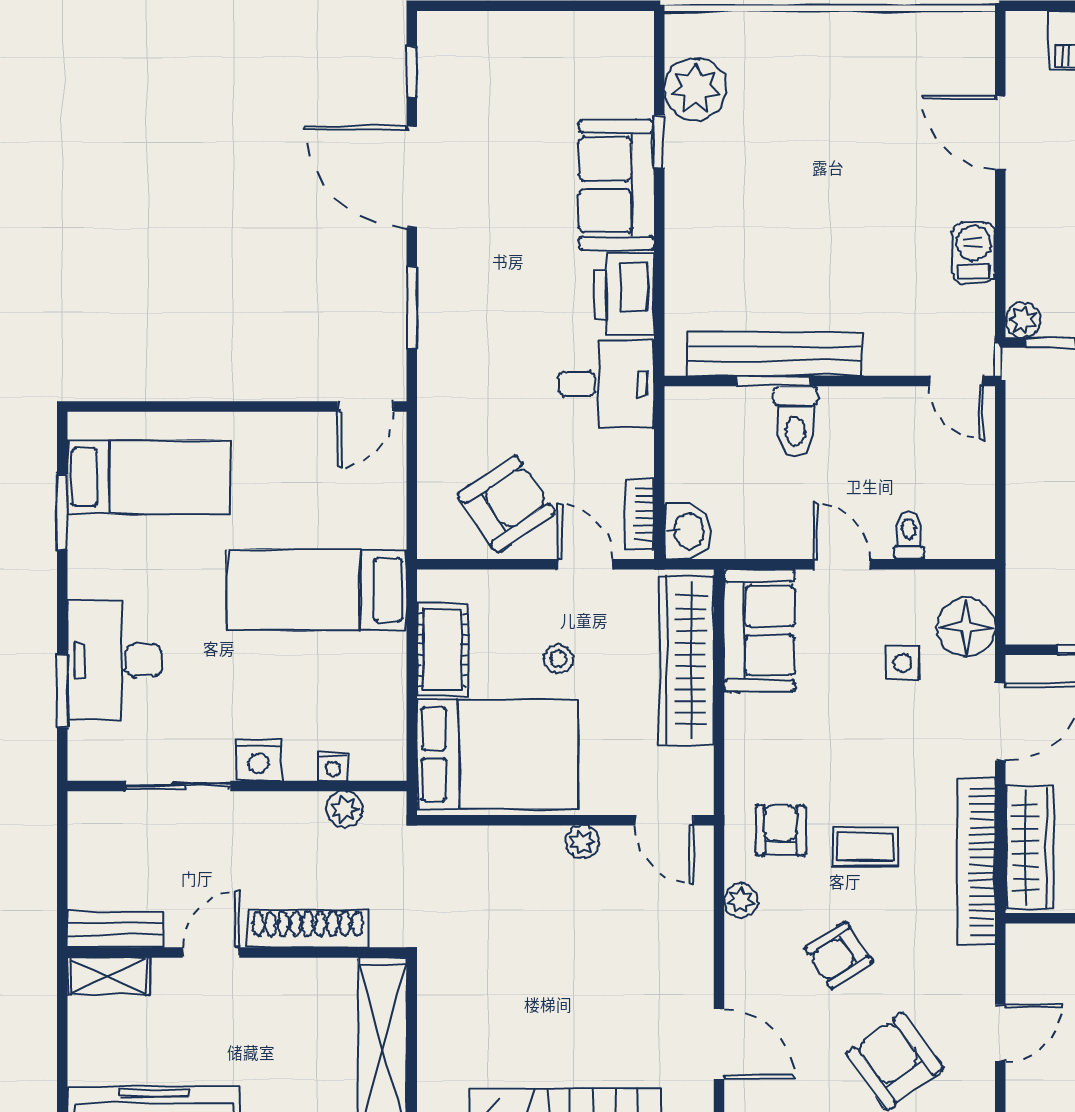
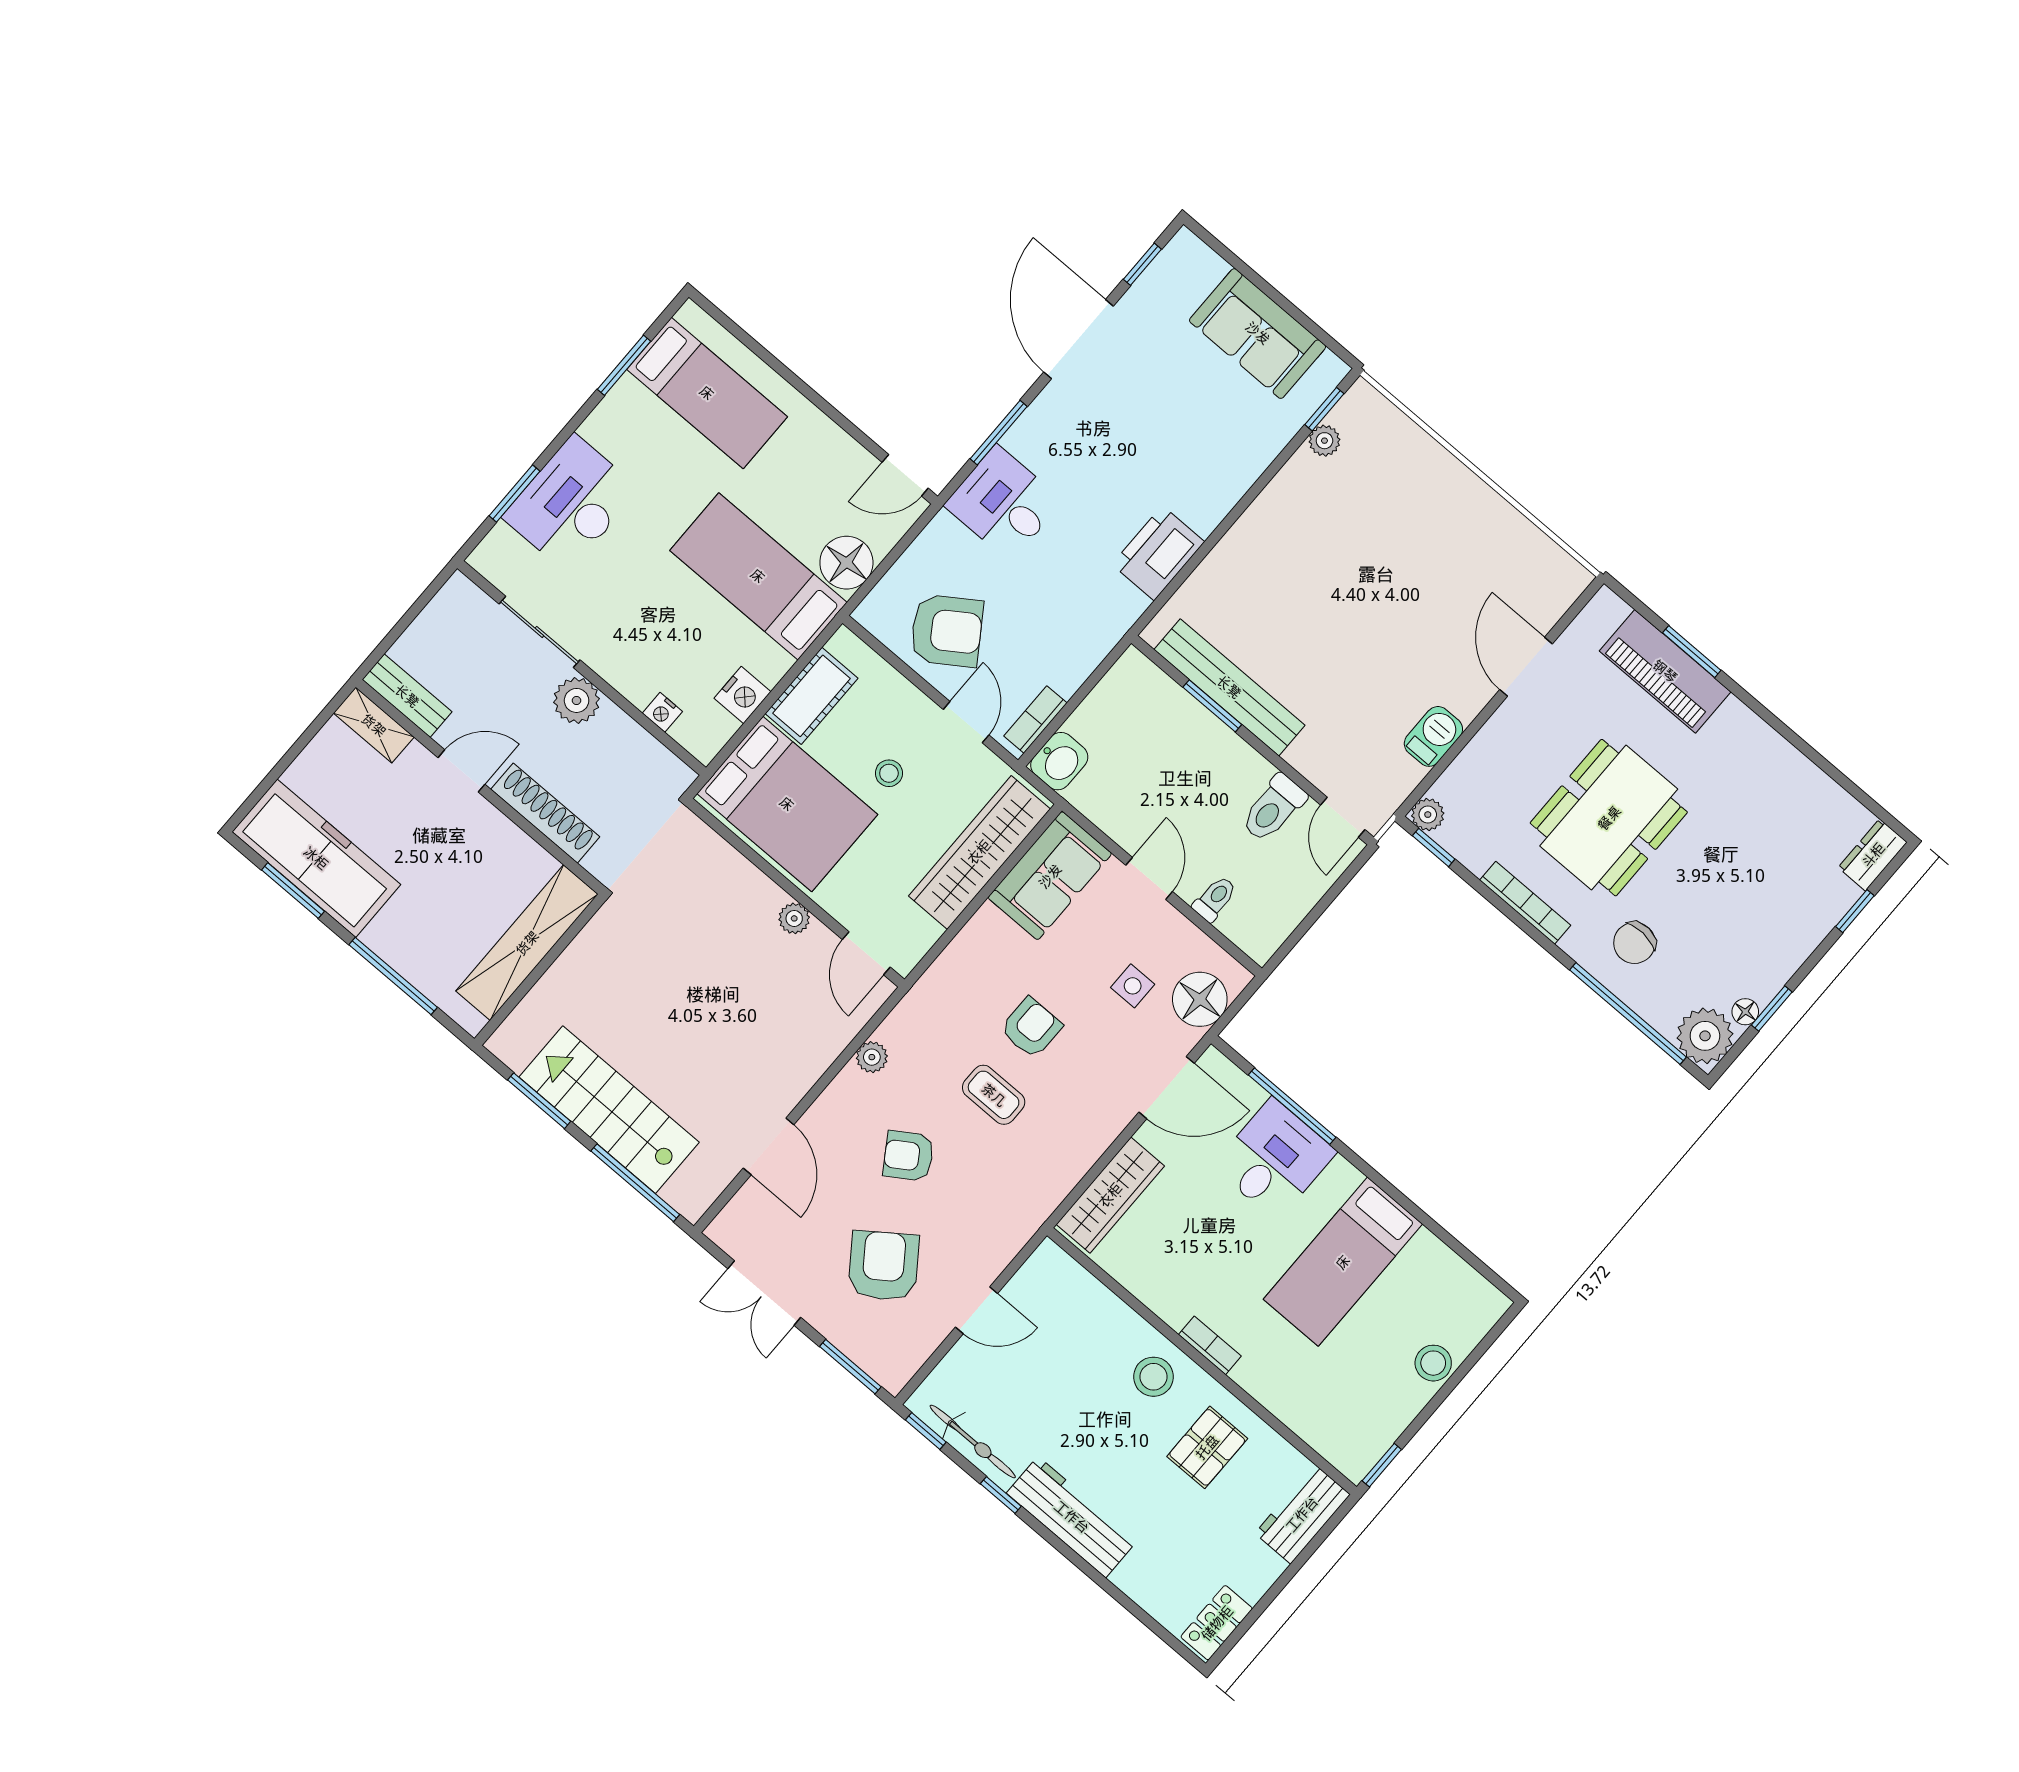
plant: (696, 89) -> (1324, 441), width x0.53, depth x0.53
window: (659, 142) -> (1324, 409), moved
sofa: (616, 185) -> (1258, 333), moved, turned -90
desk: (607, 384) -> (1003, 503), moved, turned 180
toilet: (795, 422) -> (1273, 808), moved
floor lamp: (379, 518) -> (846, 563), added
nightstand: (259, 760) -> (742, 695), moved, turned -90
plant: (344, 809) -> (577, 700), moved, width x1.38, depth x1.38
armchair: (781, 830) -> (1031, 1028), moved
bookcase: (976, 862) -> (1064, 1173), removed

